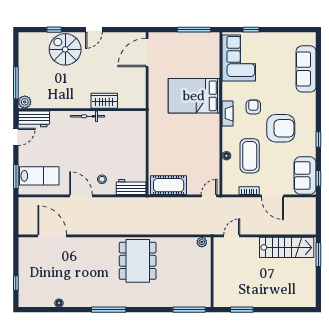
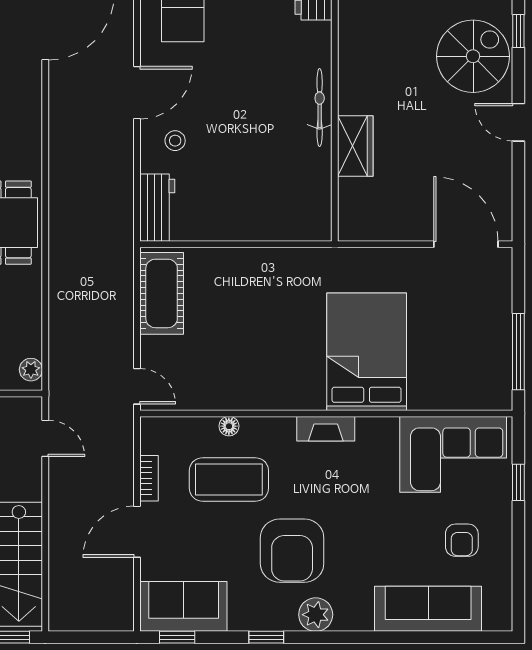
armchair: (253, 107) -> (462, 540), moved, turned 90
plant: (309, 118) -> (316, 615), added

